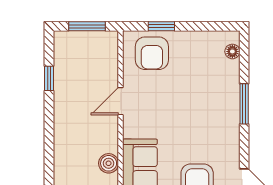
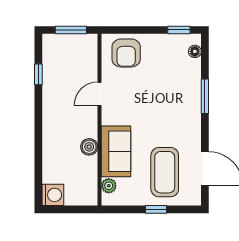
window: (161, 26) -> (179, 30), moved

